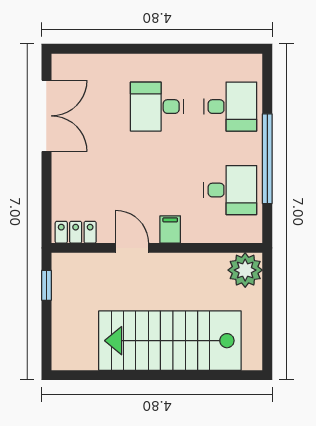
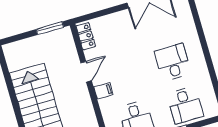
window: (46, 285) -> (50, 28), width x1.50

